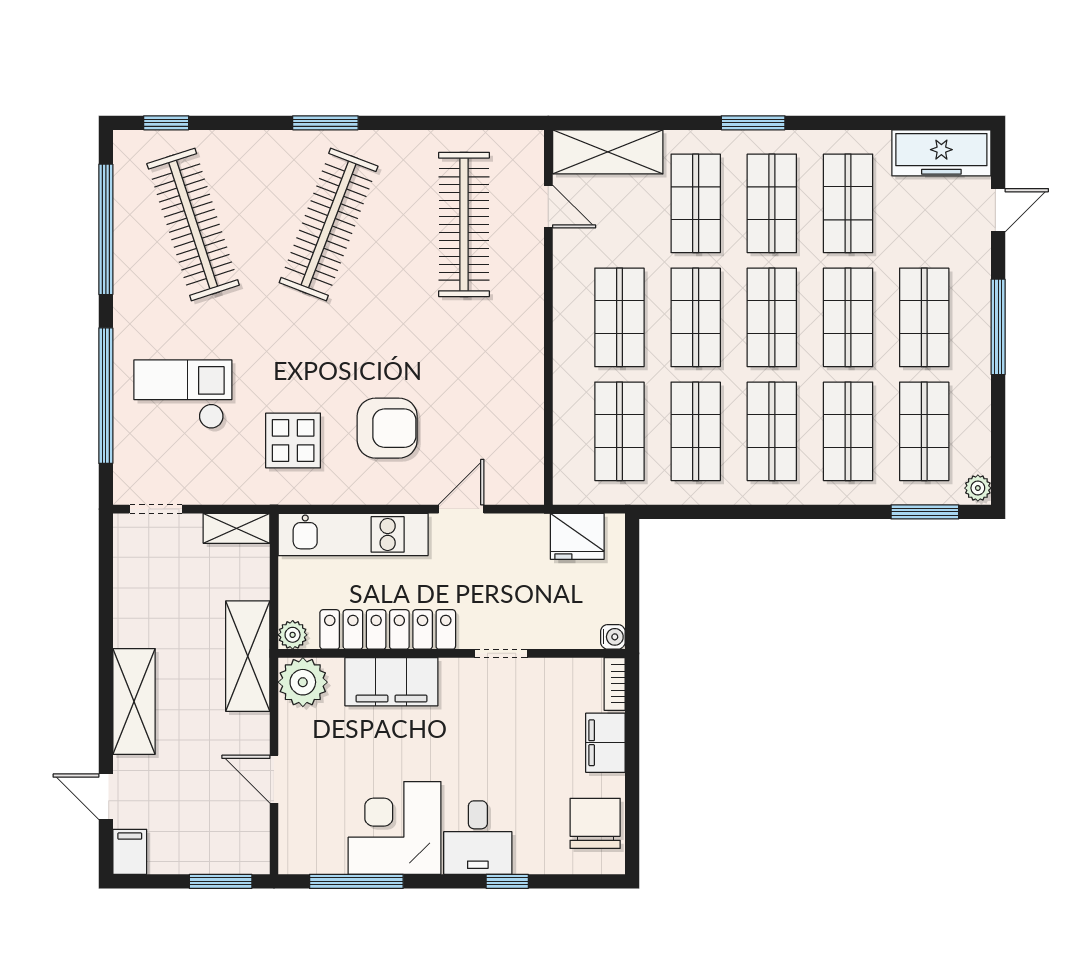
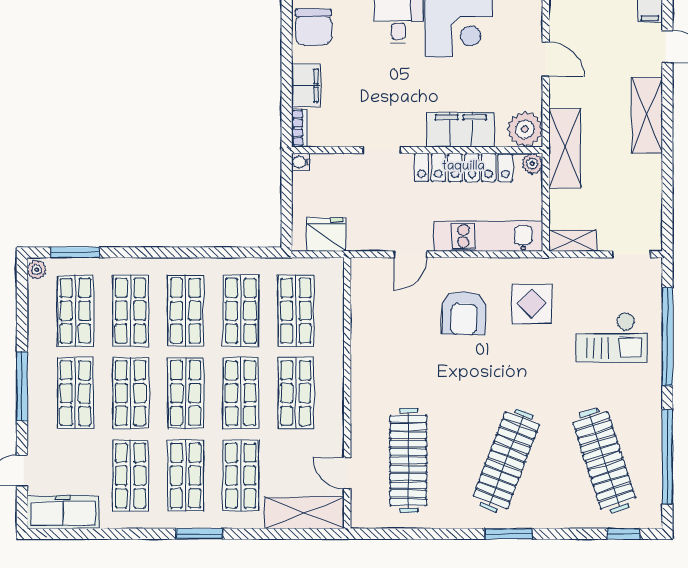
armchair: (387, 428) -> (464, 313), turned -89

